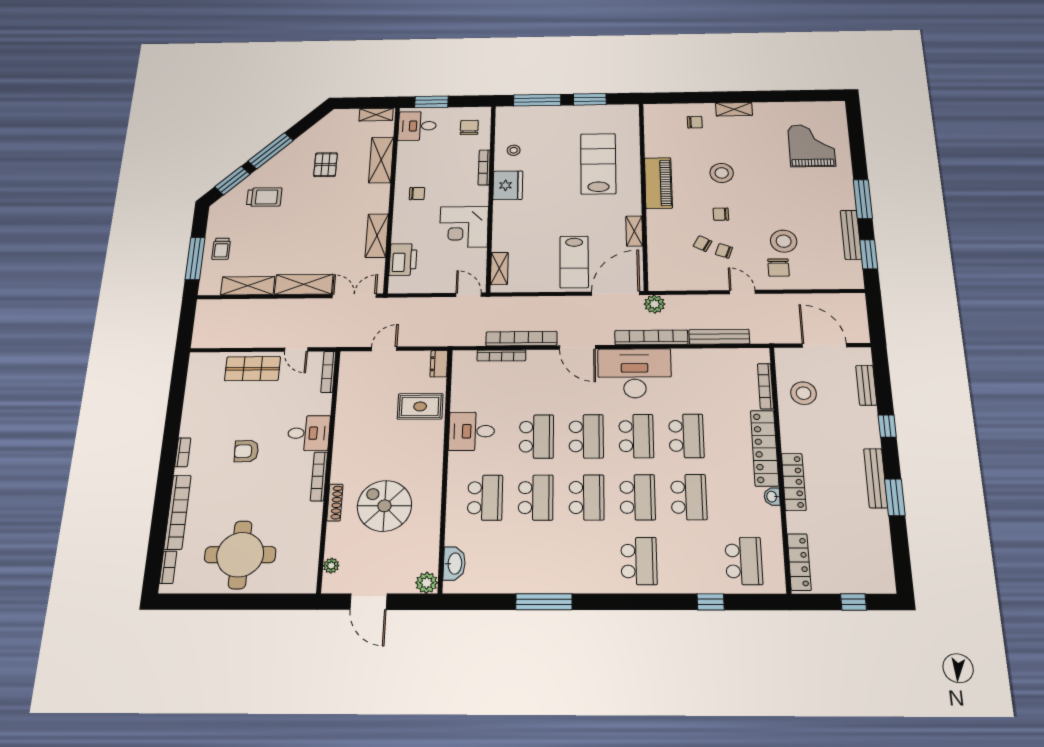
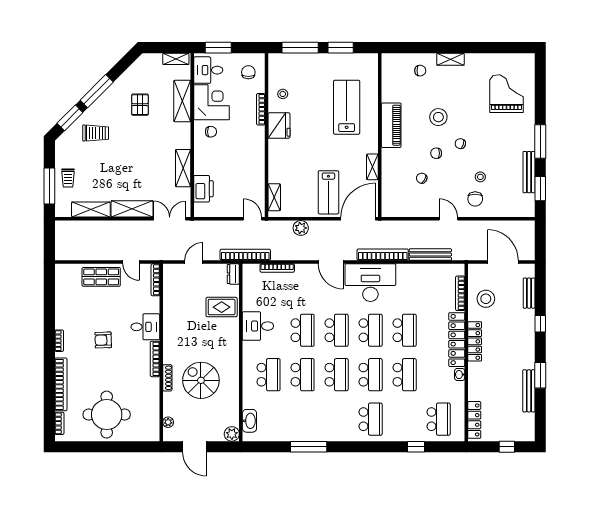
corner desk: (464, 227) -> (211, 102), moved, turned 180
stool: (784, 241) -> (480, 177), width x0.53, depth x0.53
chair: (724, 251) -> (460, 144), moved
plant: (655, 304) -> (301, 228), moved
bookcase: (521, 339) -> (245, 255), moved
bench: (876, 478) -> (529, 391), moved
locker: (794, 482) -> (475, 341), moved

